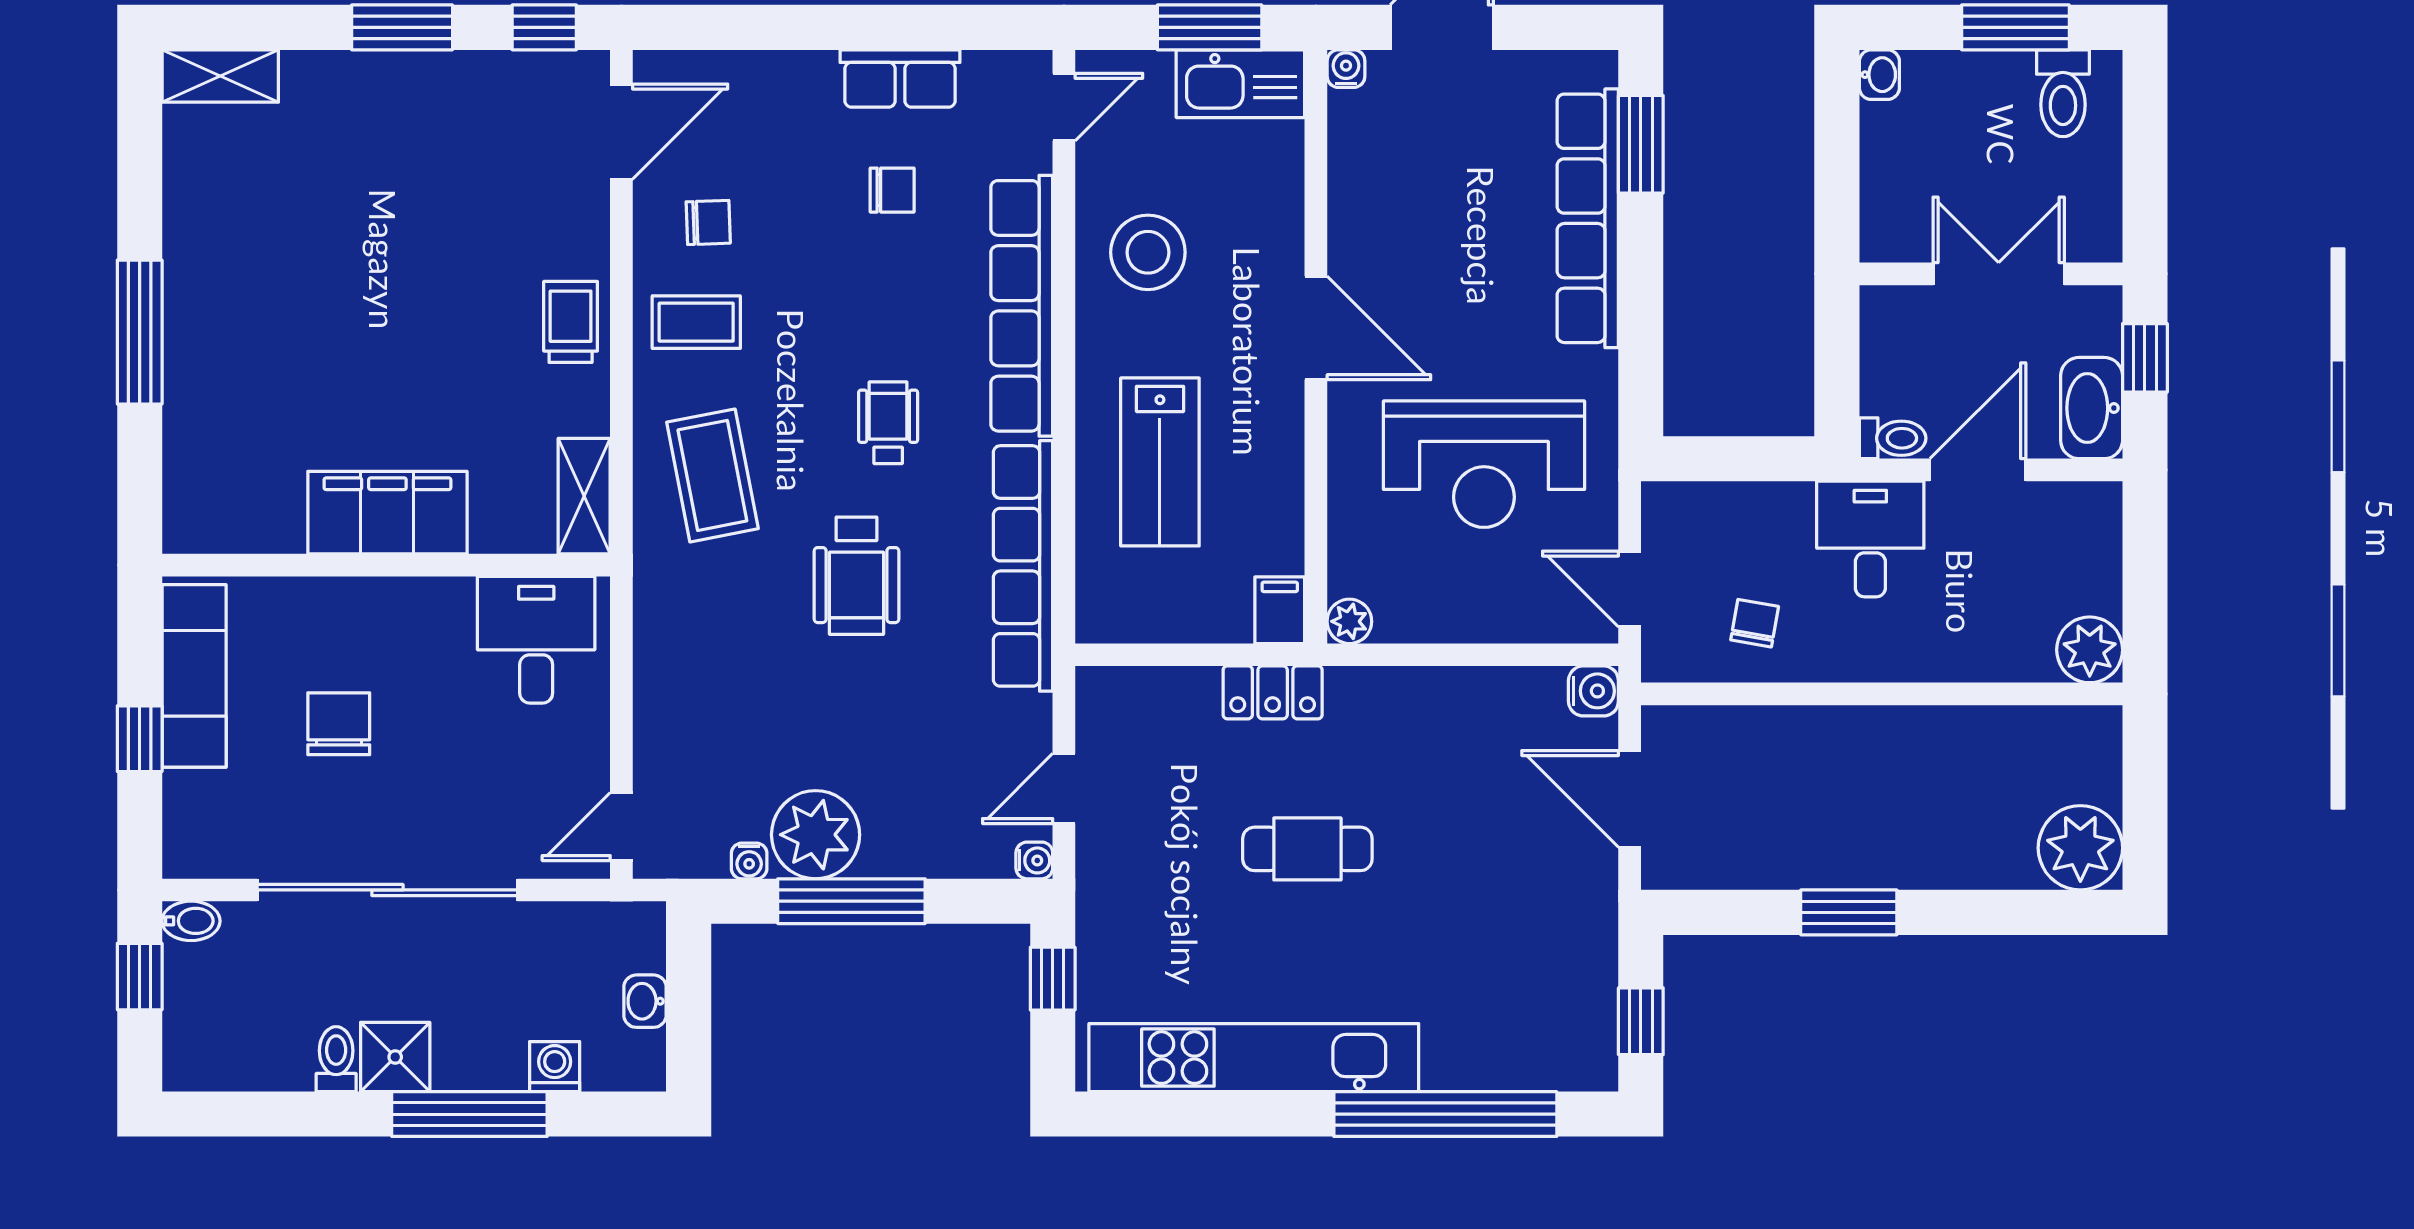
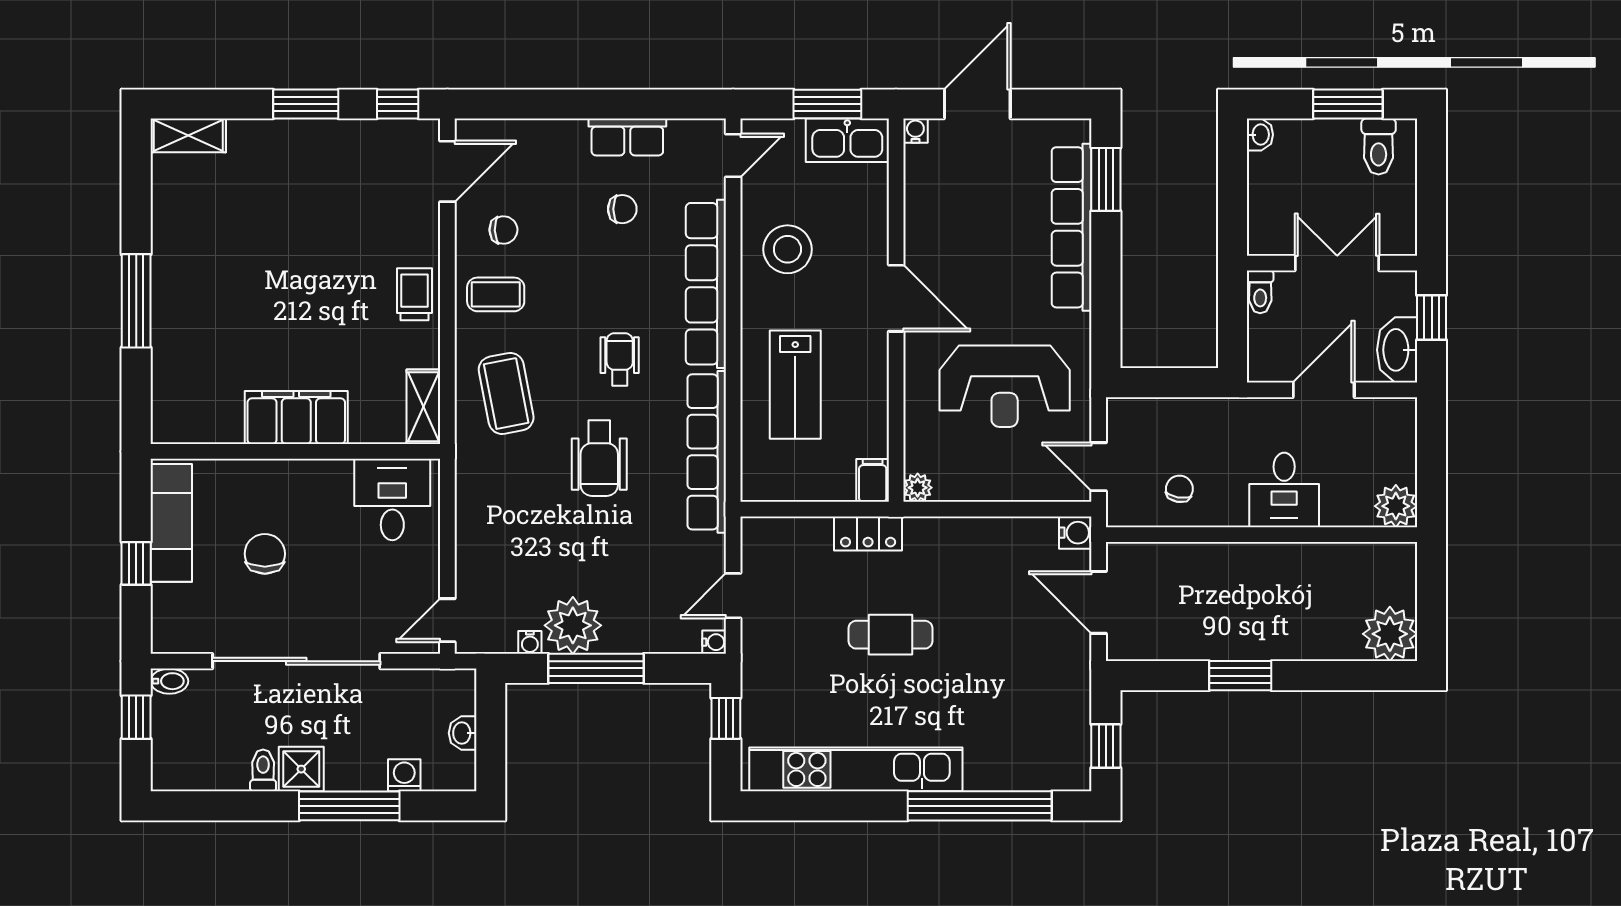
toilet: (1893, 438) -> (1260, 292), moved, turned 90
desk: (1870, 539) -> (1284, 490), moved, turned 180

